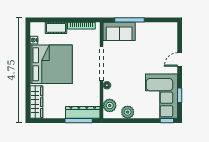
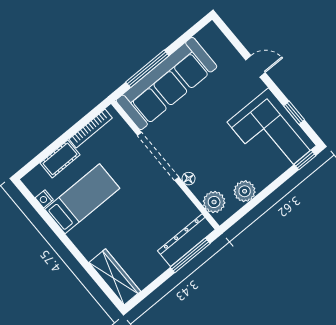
sofa: (119, 31) -> (167, 84), width x1.85, depth x1.27
door: (180, 59) -> (255, 66), swing flipped
bed: (51, 64) -> (82, 199), width x0.49

